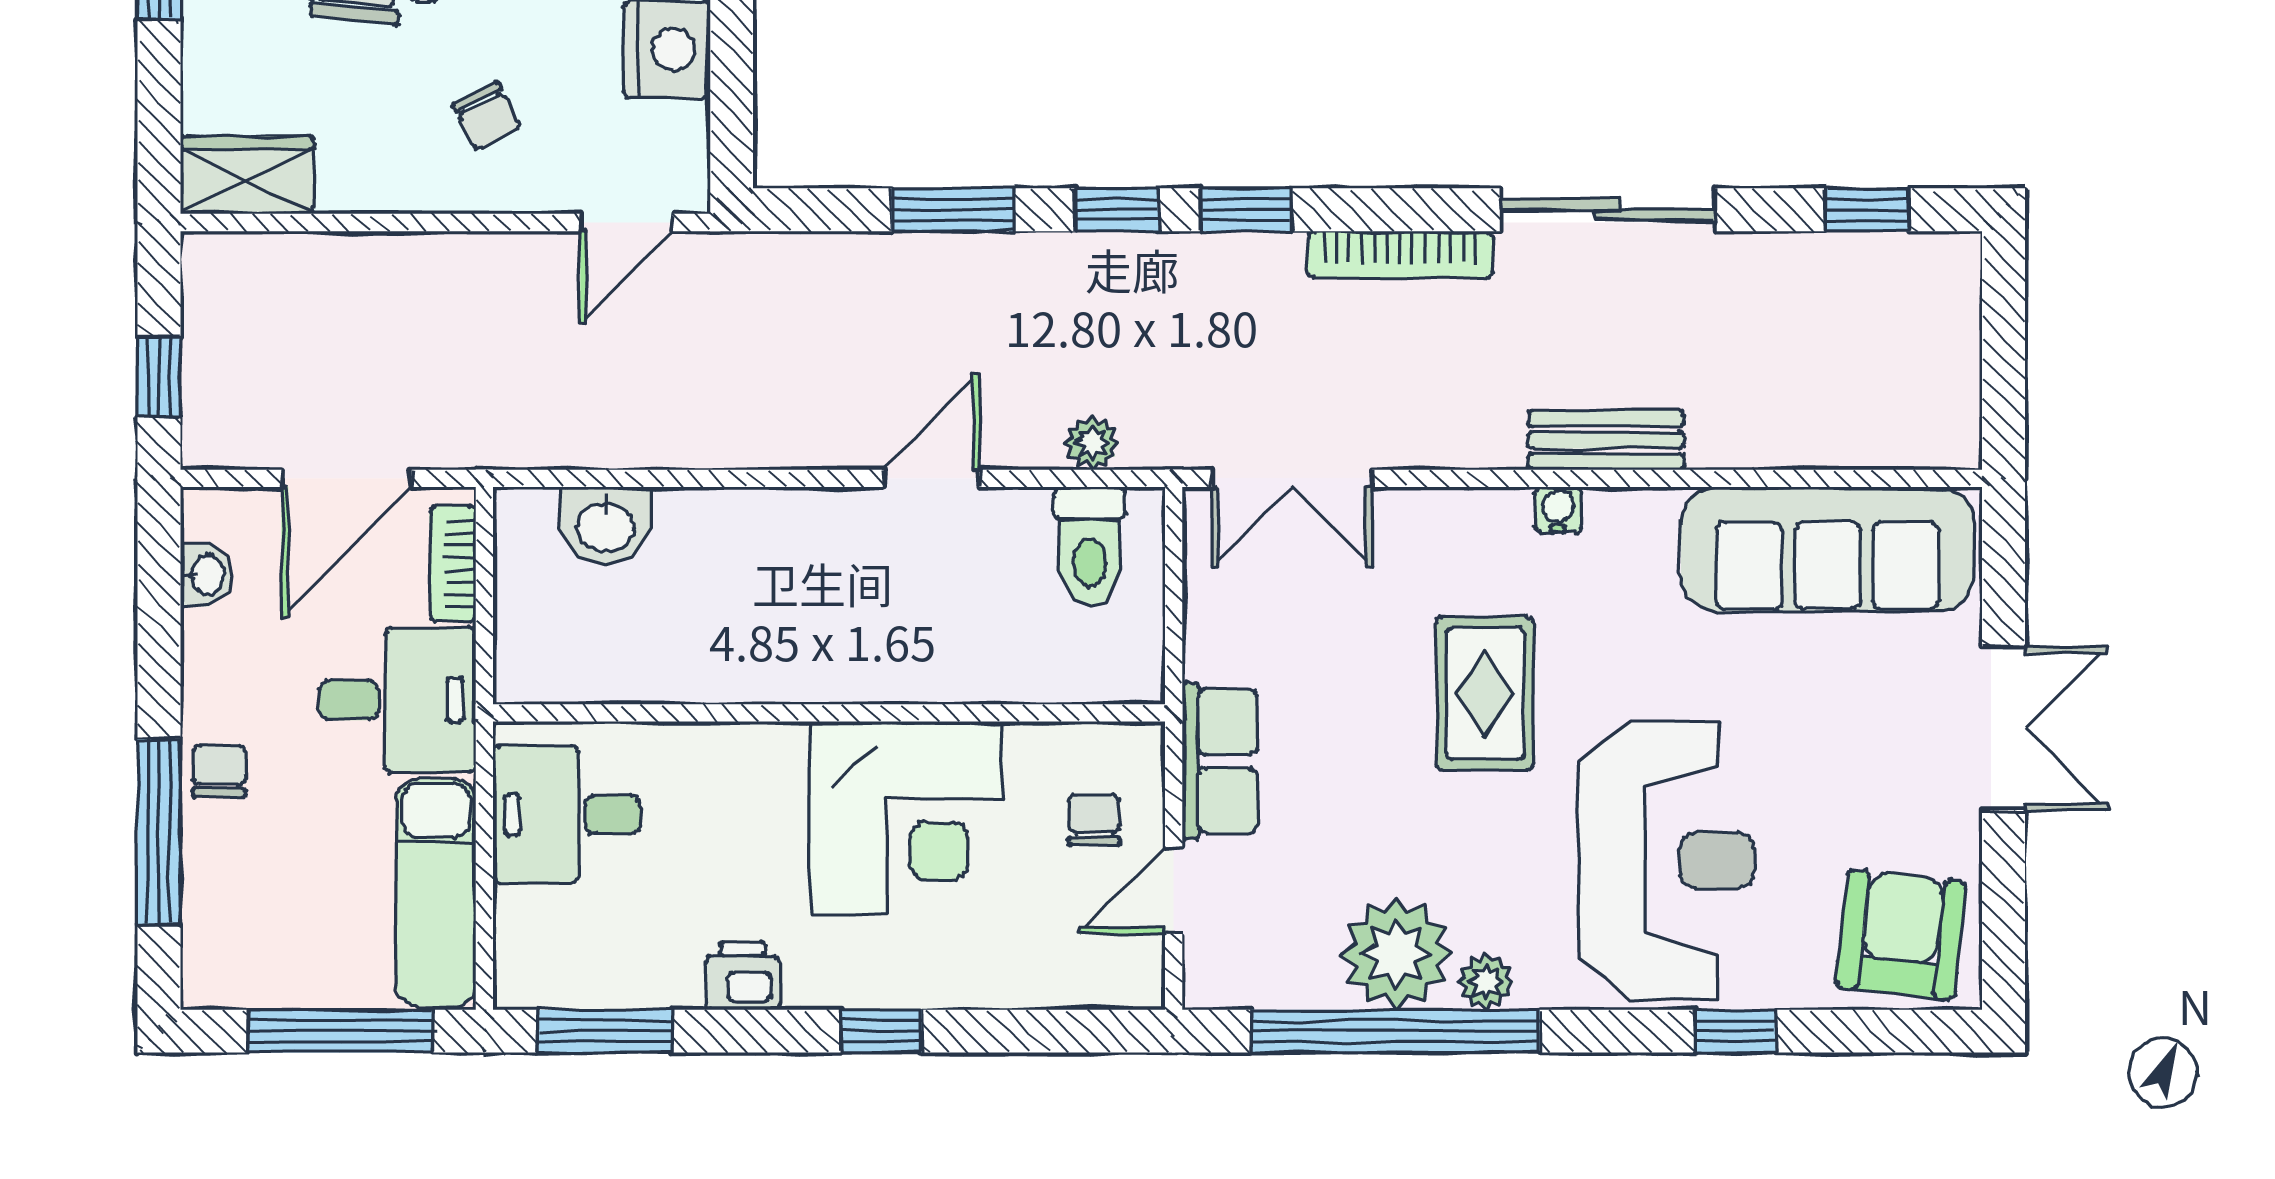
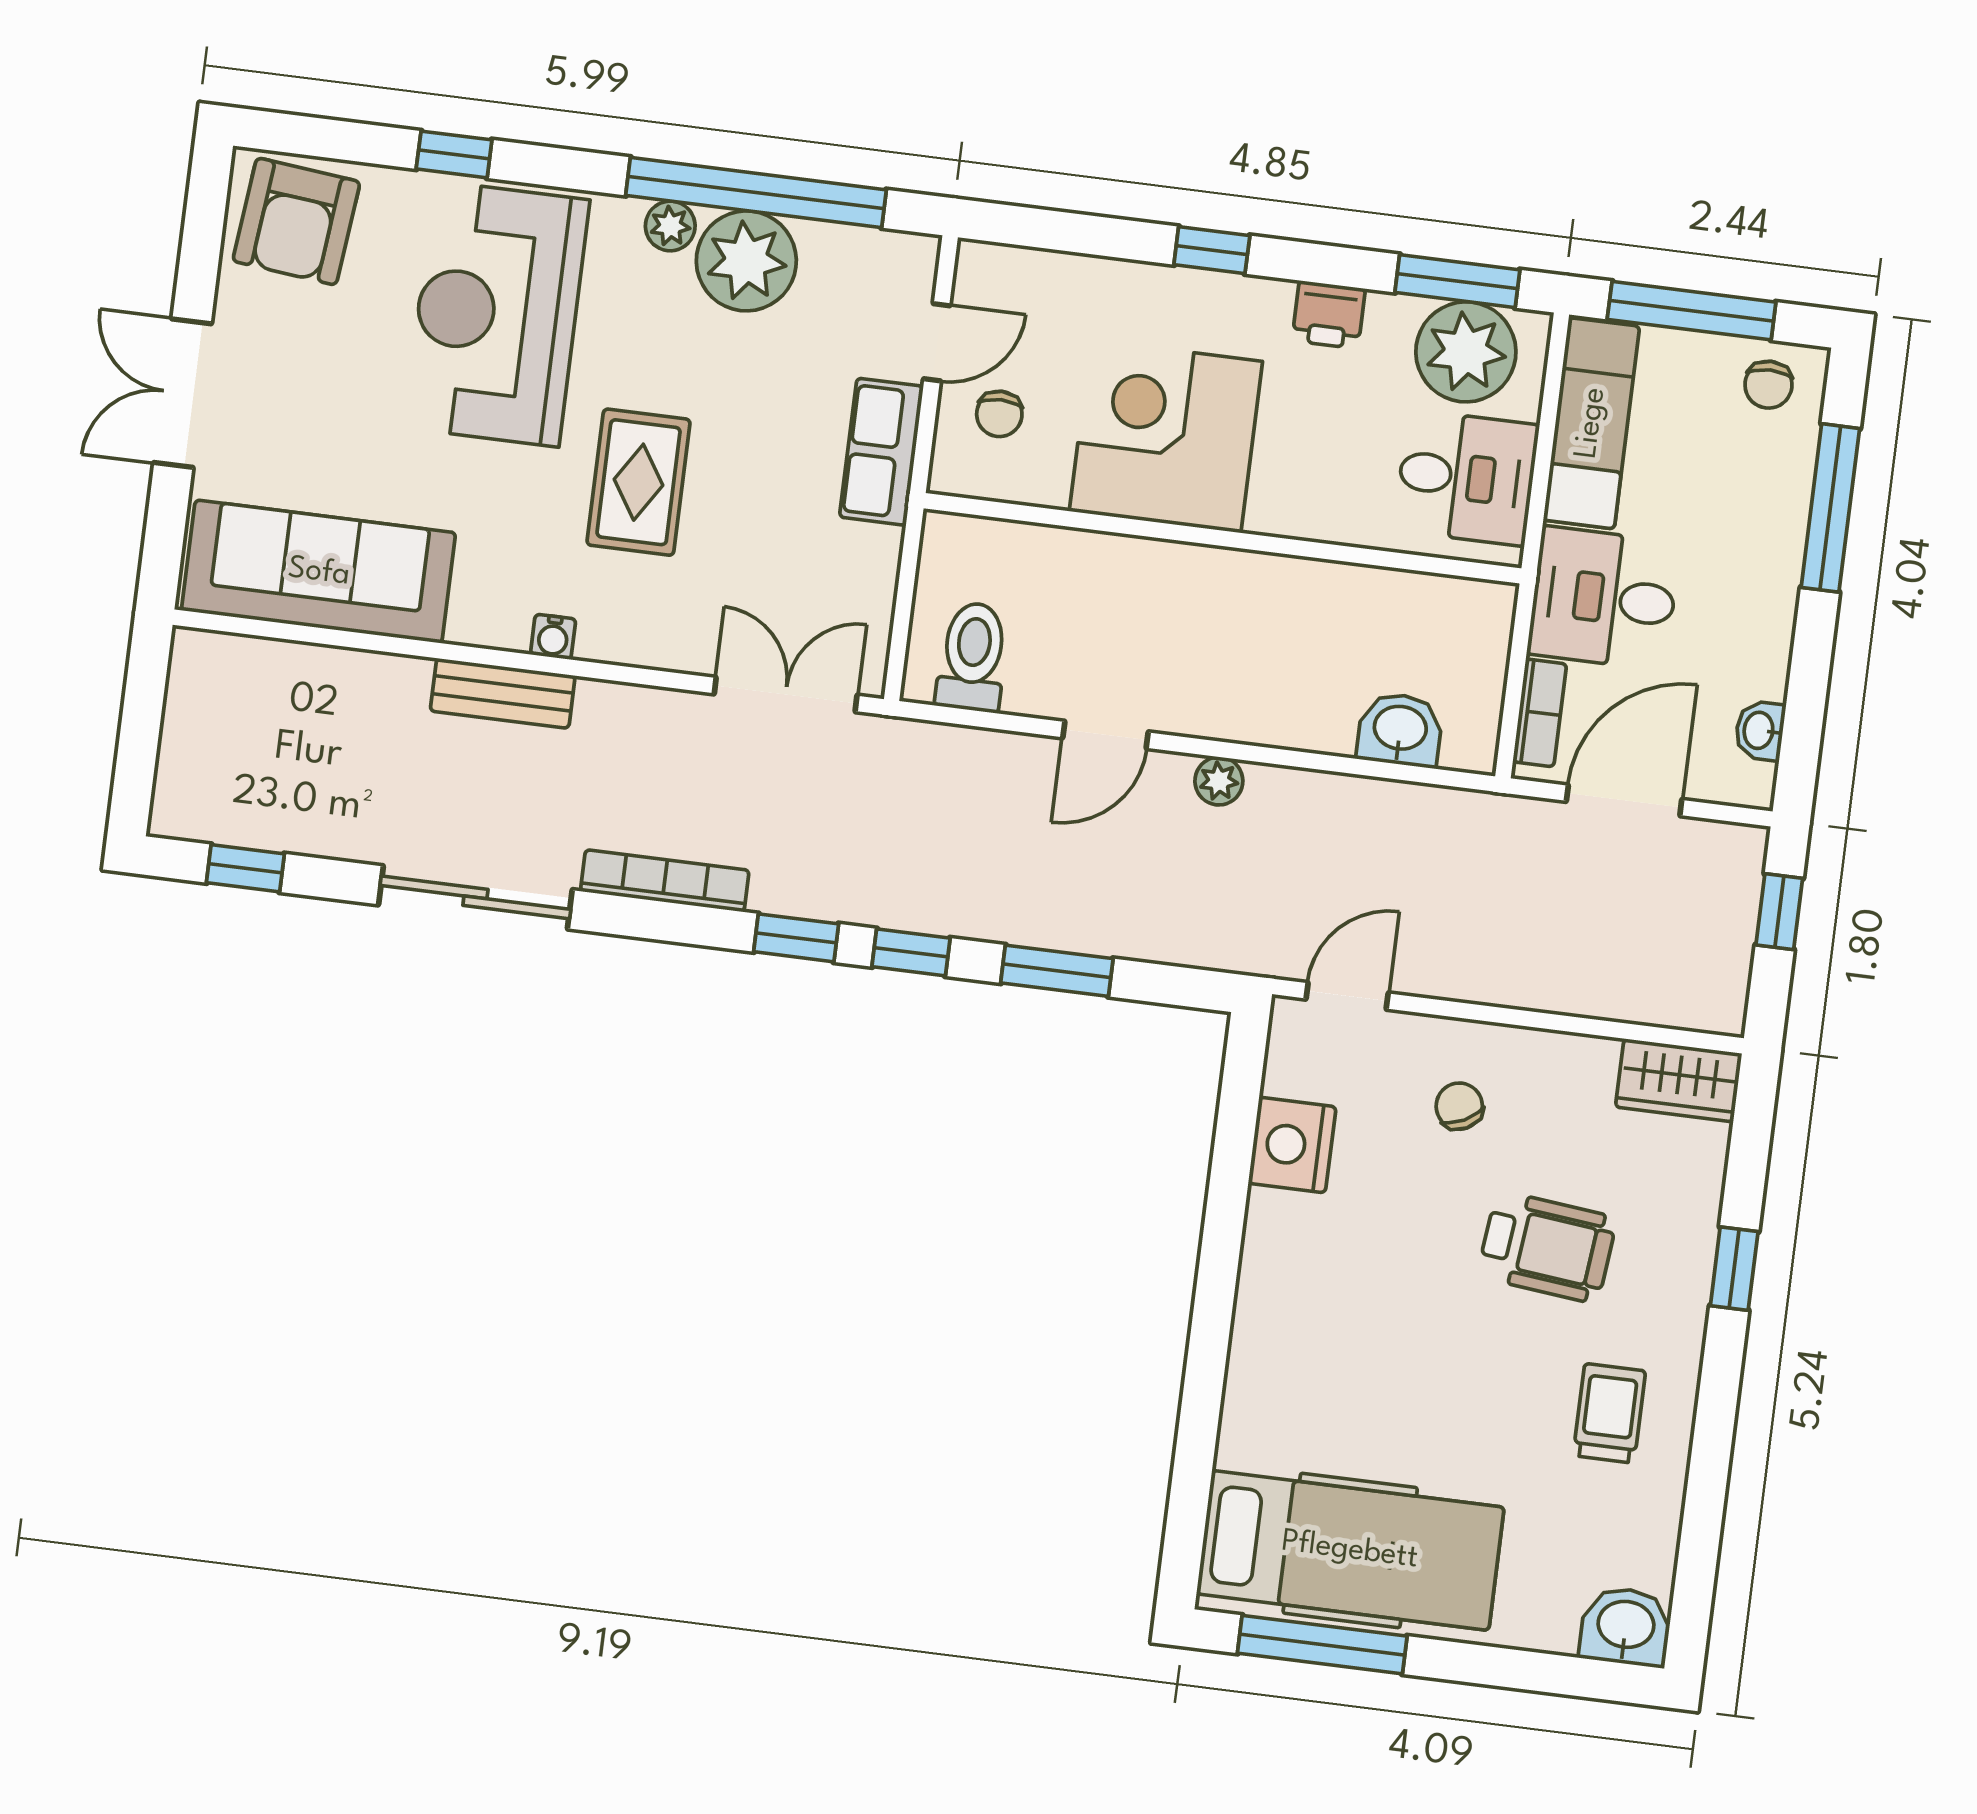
plant: (1092, 443) -> (1219, 781), moved
chair: (219, 771) -> (1769, 385), moved
plant: (585, 954) -> (1466, 352), added

